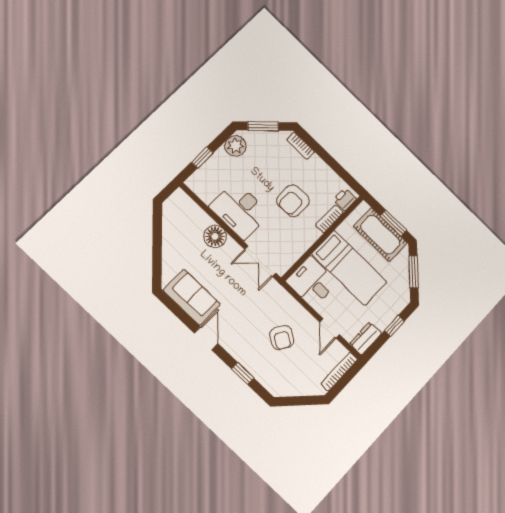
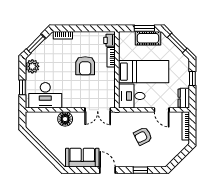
desk: (240, 210) -> (45, 95), moved
cot: (380, 235) -> (148, 38), width x0.73, depth x0.75
armchair: (282, 338) -> (143, 136), turned 121

